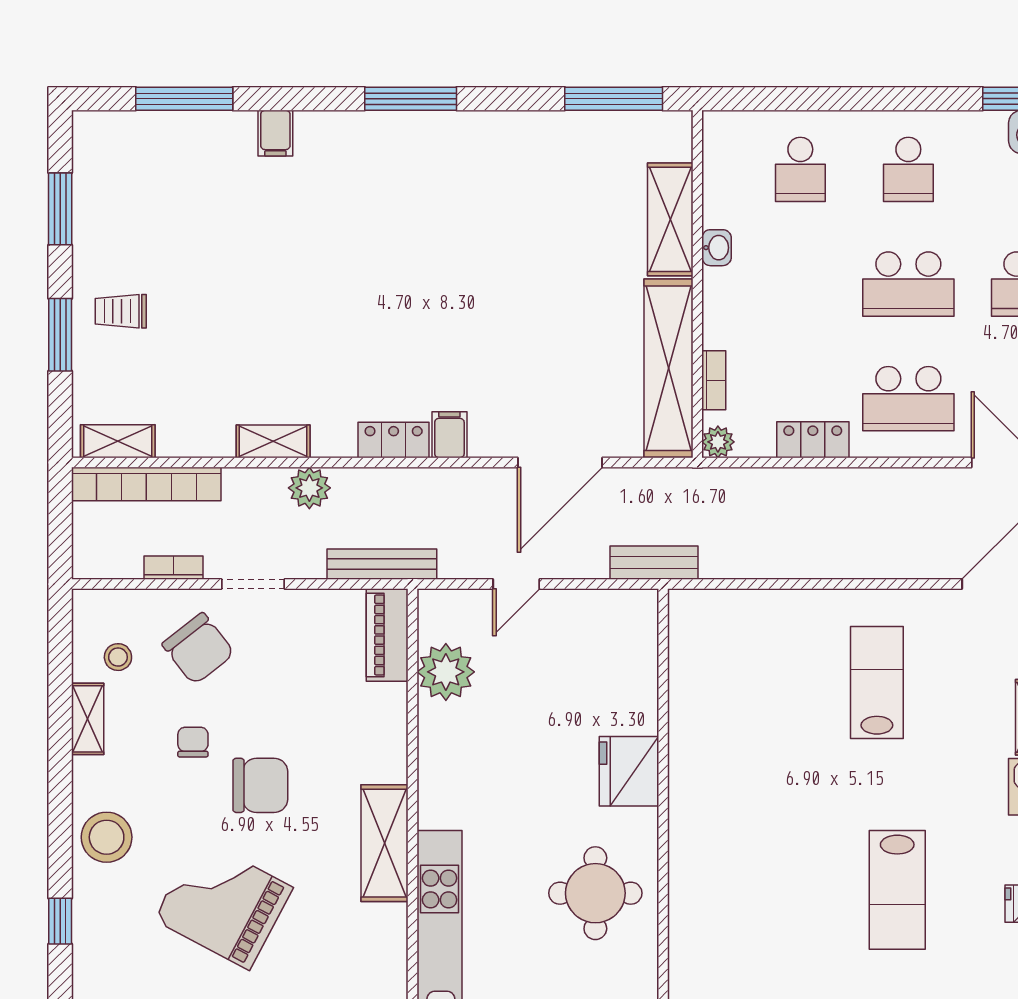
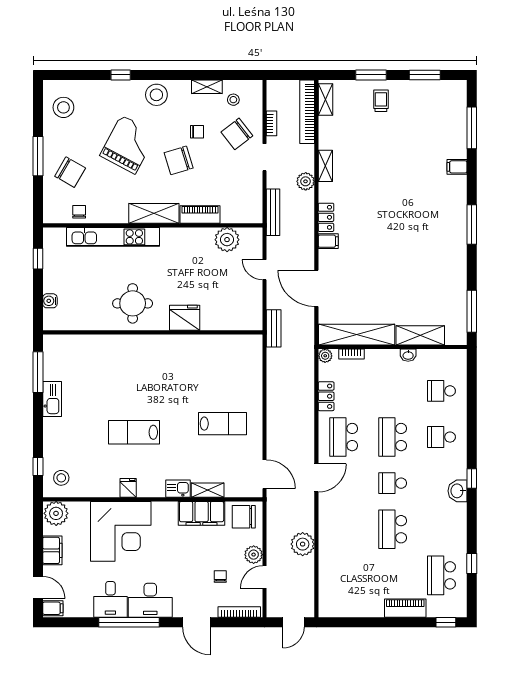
piano: (387, 635) -> (200, 215), moved
chair: (260, 785) -> (179, 160), turned 73

